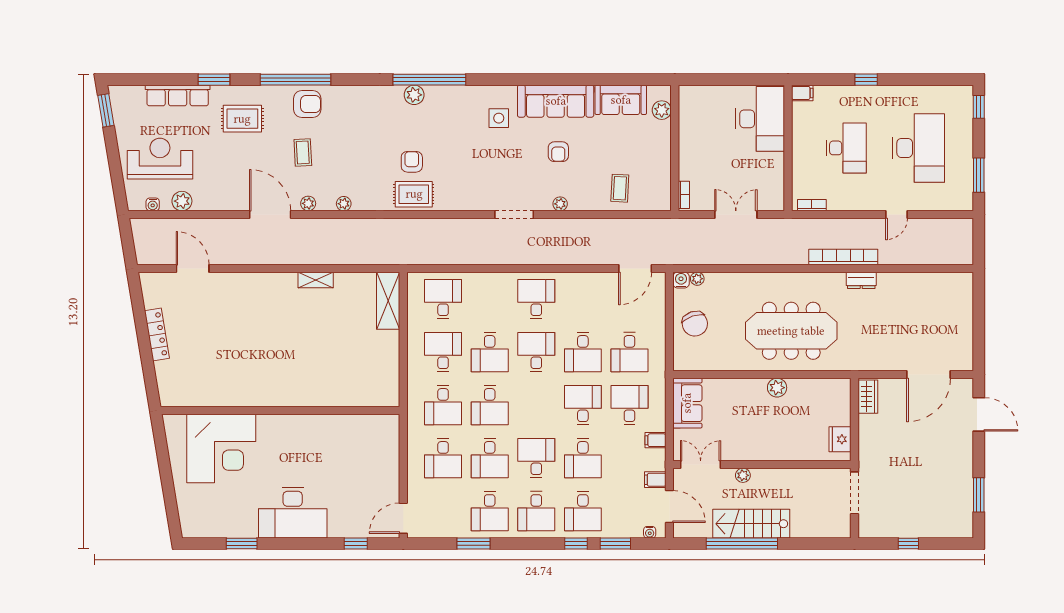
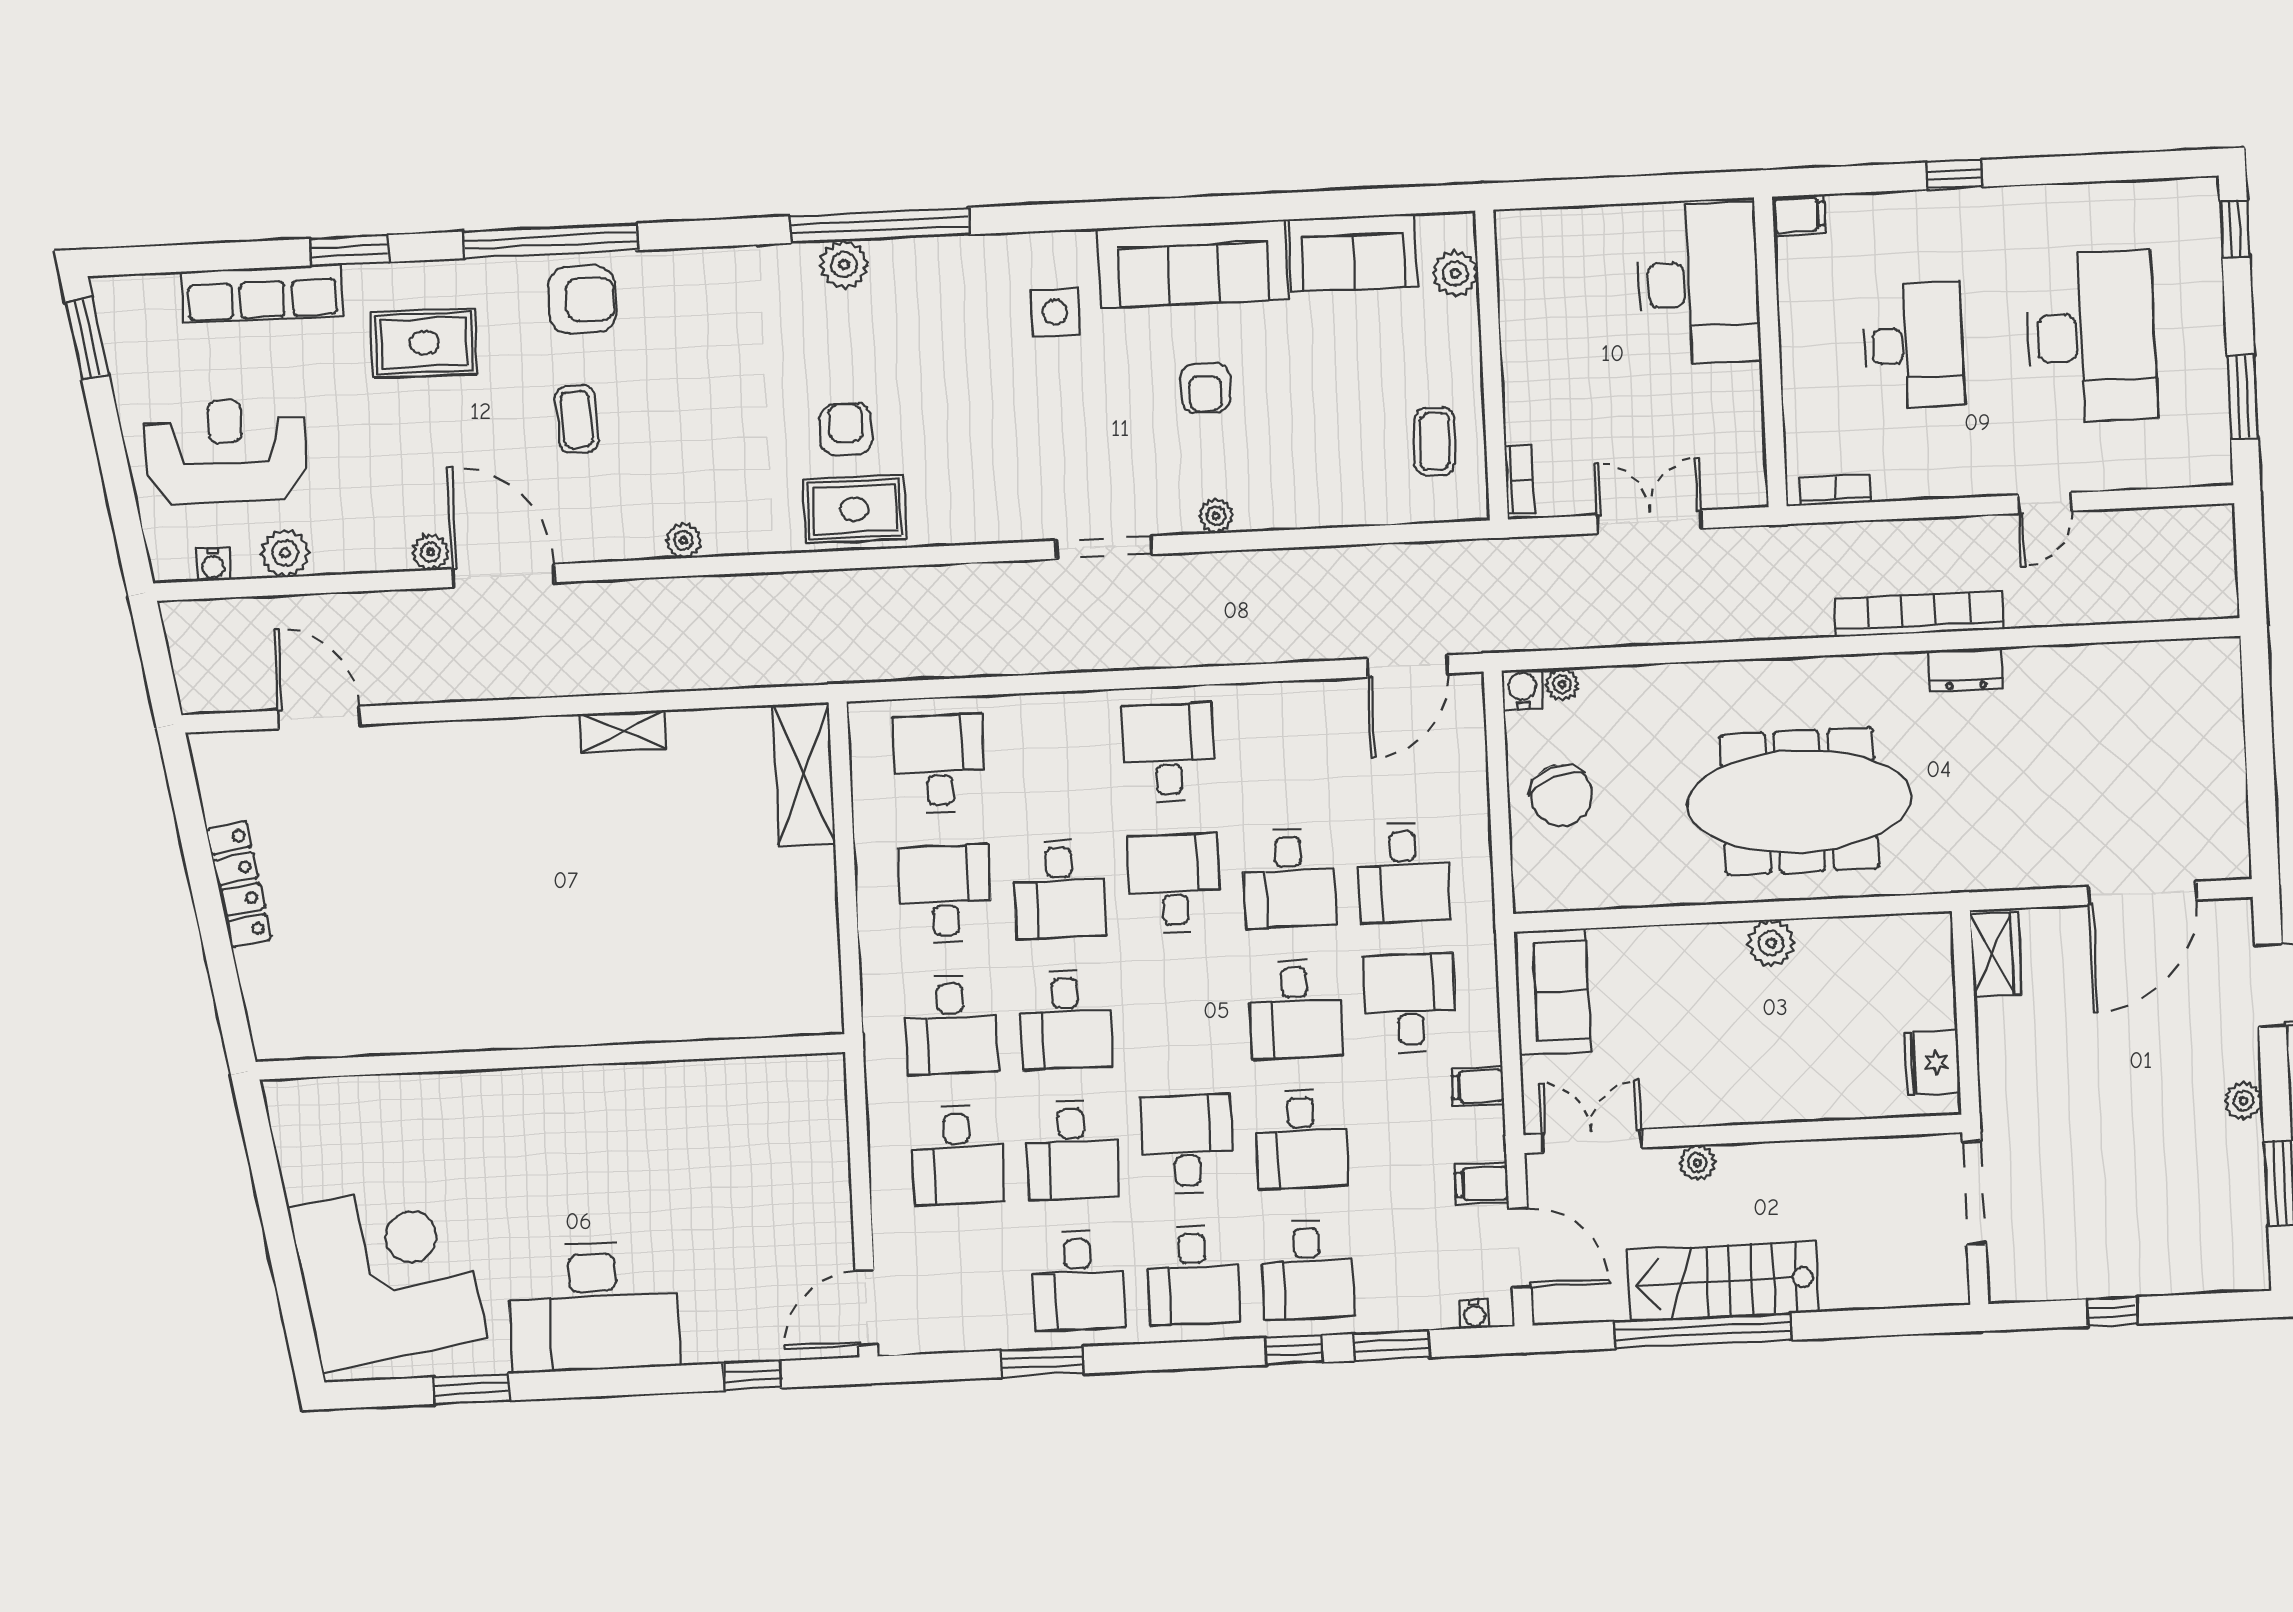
coffee table: (620, 188) -> (1435, 441), moved
plant: (308, 203) -> (430, 552), moved
desk: (583, 405) -> (1295, 1009), turned 180
corner desk: (221, 448) -> (387, 1273), moved, turned -99
plant: (966, 461) -> (2244, 1101), added

